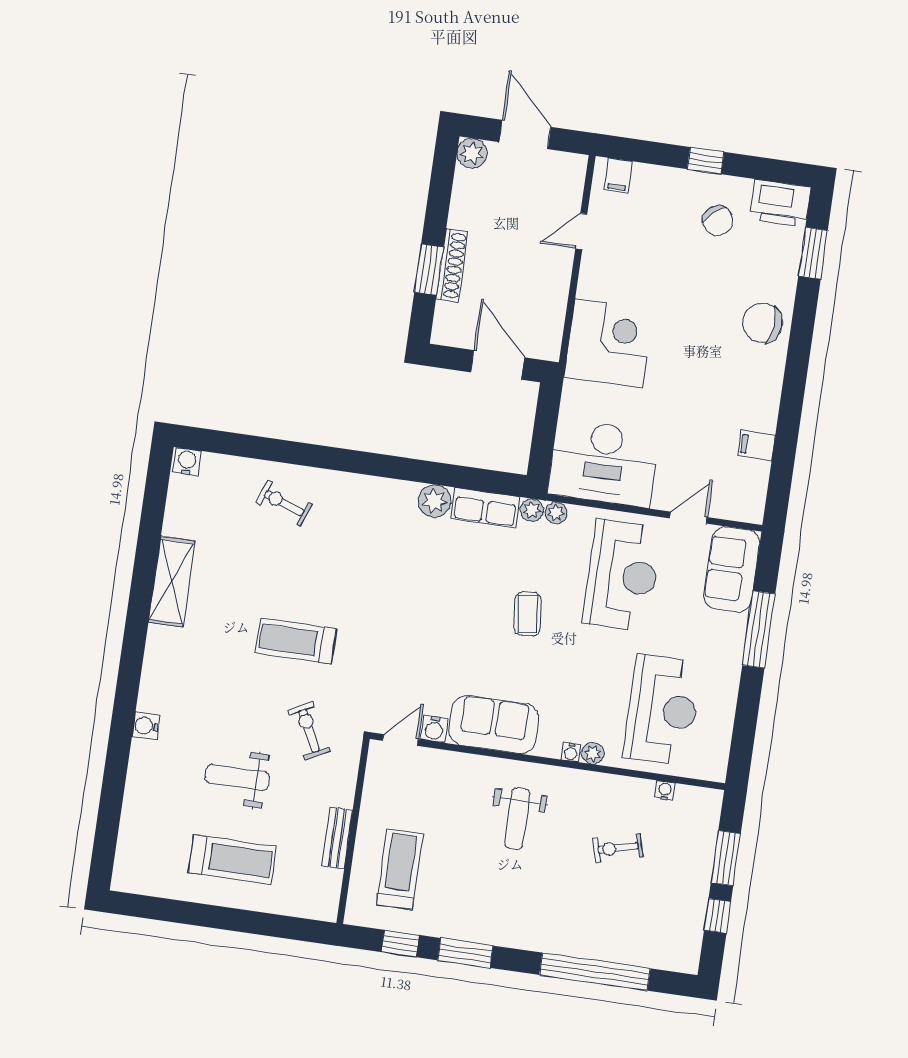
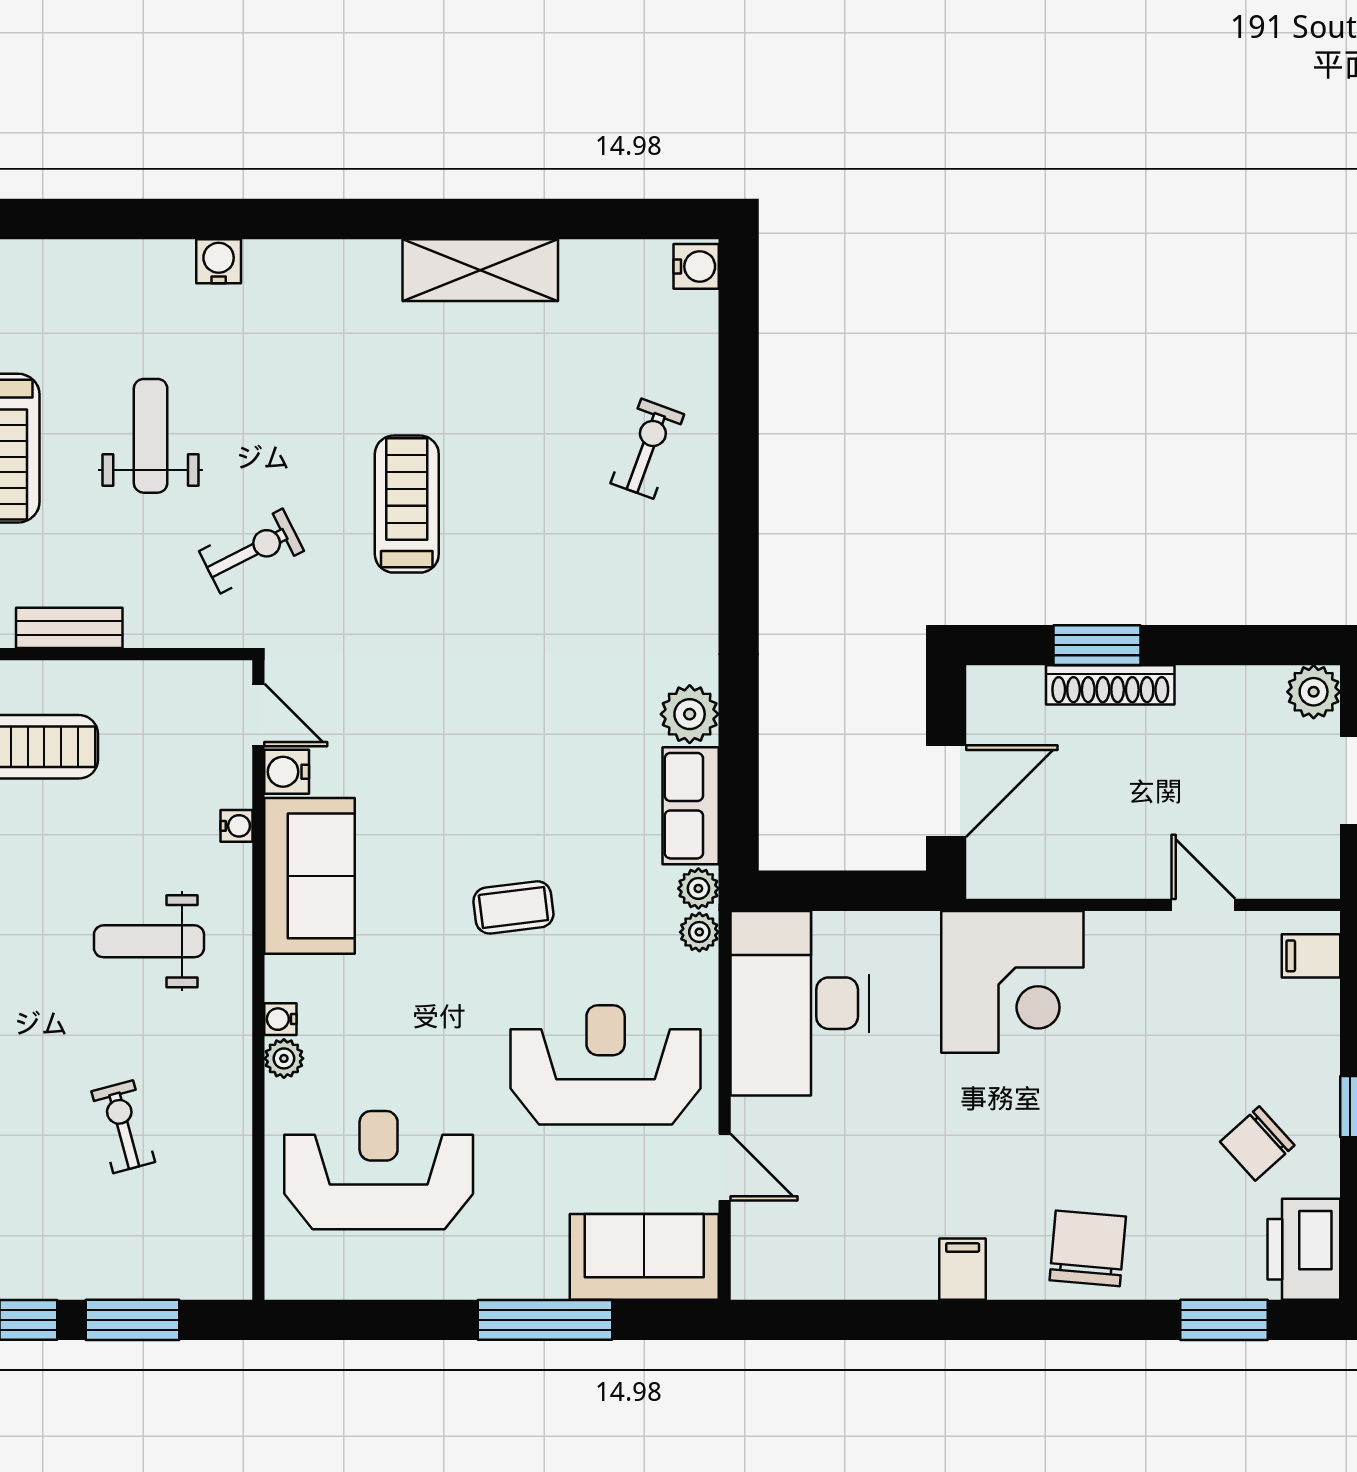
filing cabinet: (757, 445) -> (963, 1269), moved
reception desk: (622, 576) -> (606, 1065), turned 180
reception desk: (662, 710) -> (379, 1170), turned 180
water cooler: (665, 790) -> (236, 826), moved

